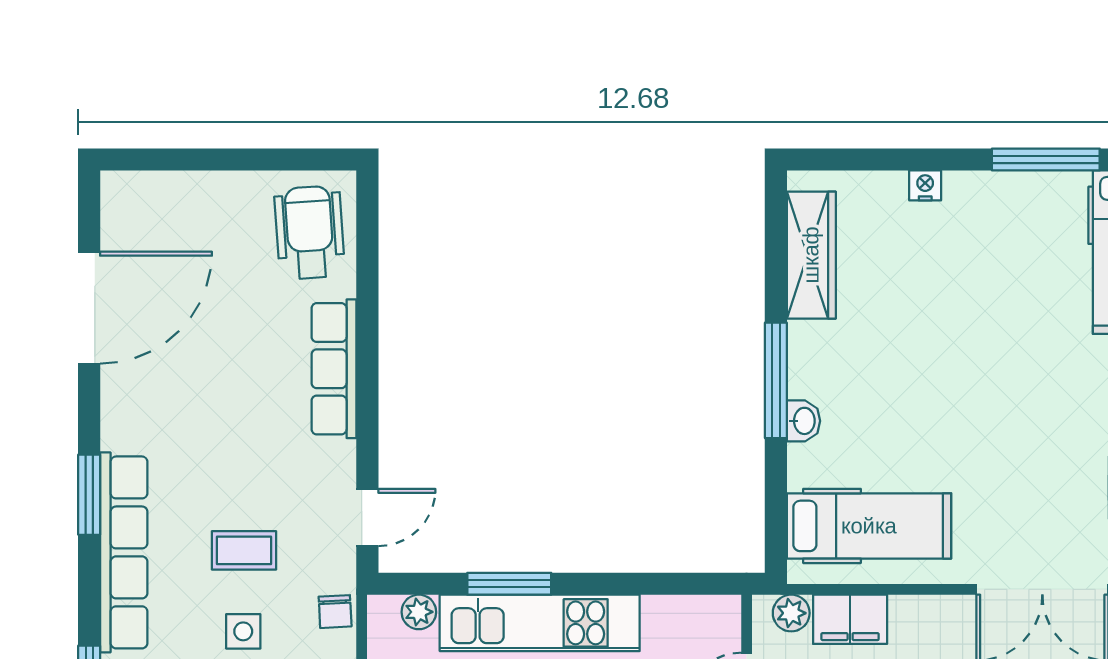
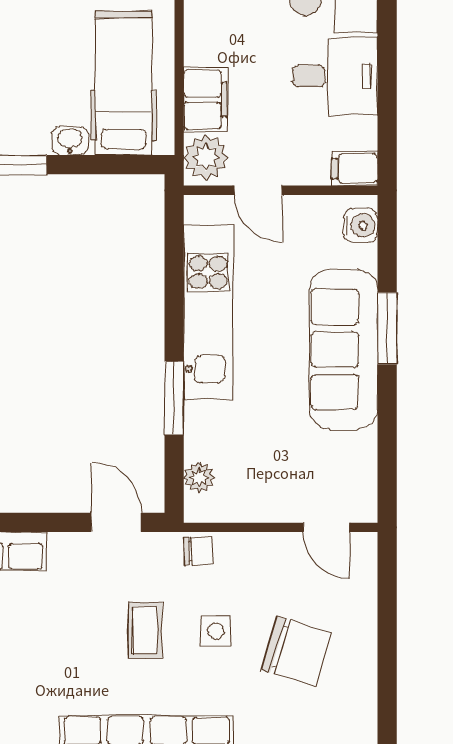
washbasin: (803, 421) -> (70, 140), moved
plant: (791, 613) -> (206, 157), width x1.38, depth x1.38
kitchen unit: (540, 623) -> (208, 313), moved

